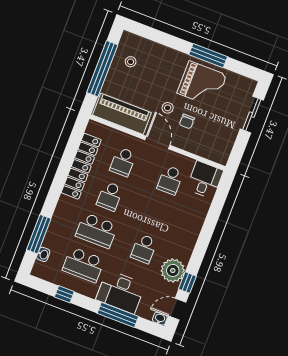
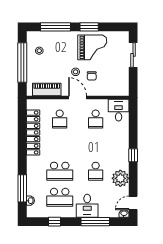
window: (164, 39) -> (56, 27), added
window: (208, 56) -> (89, 27), width x0.69
piano: (122, 114) -> (47, 89), width x0.73, depth x0.75
school desk: (110, 196) -> (60, 145), removed
window: (187, 283) -> (133, 155), moved
desk: (121, 292) -> (87, 206), width x0.73

